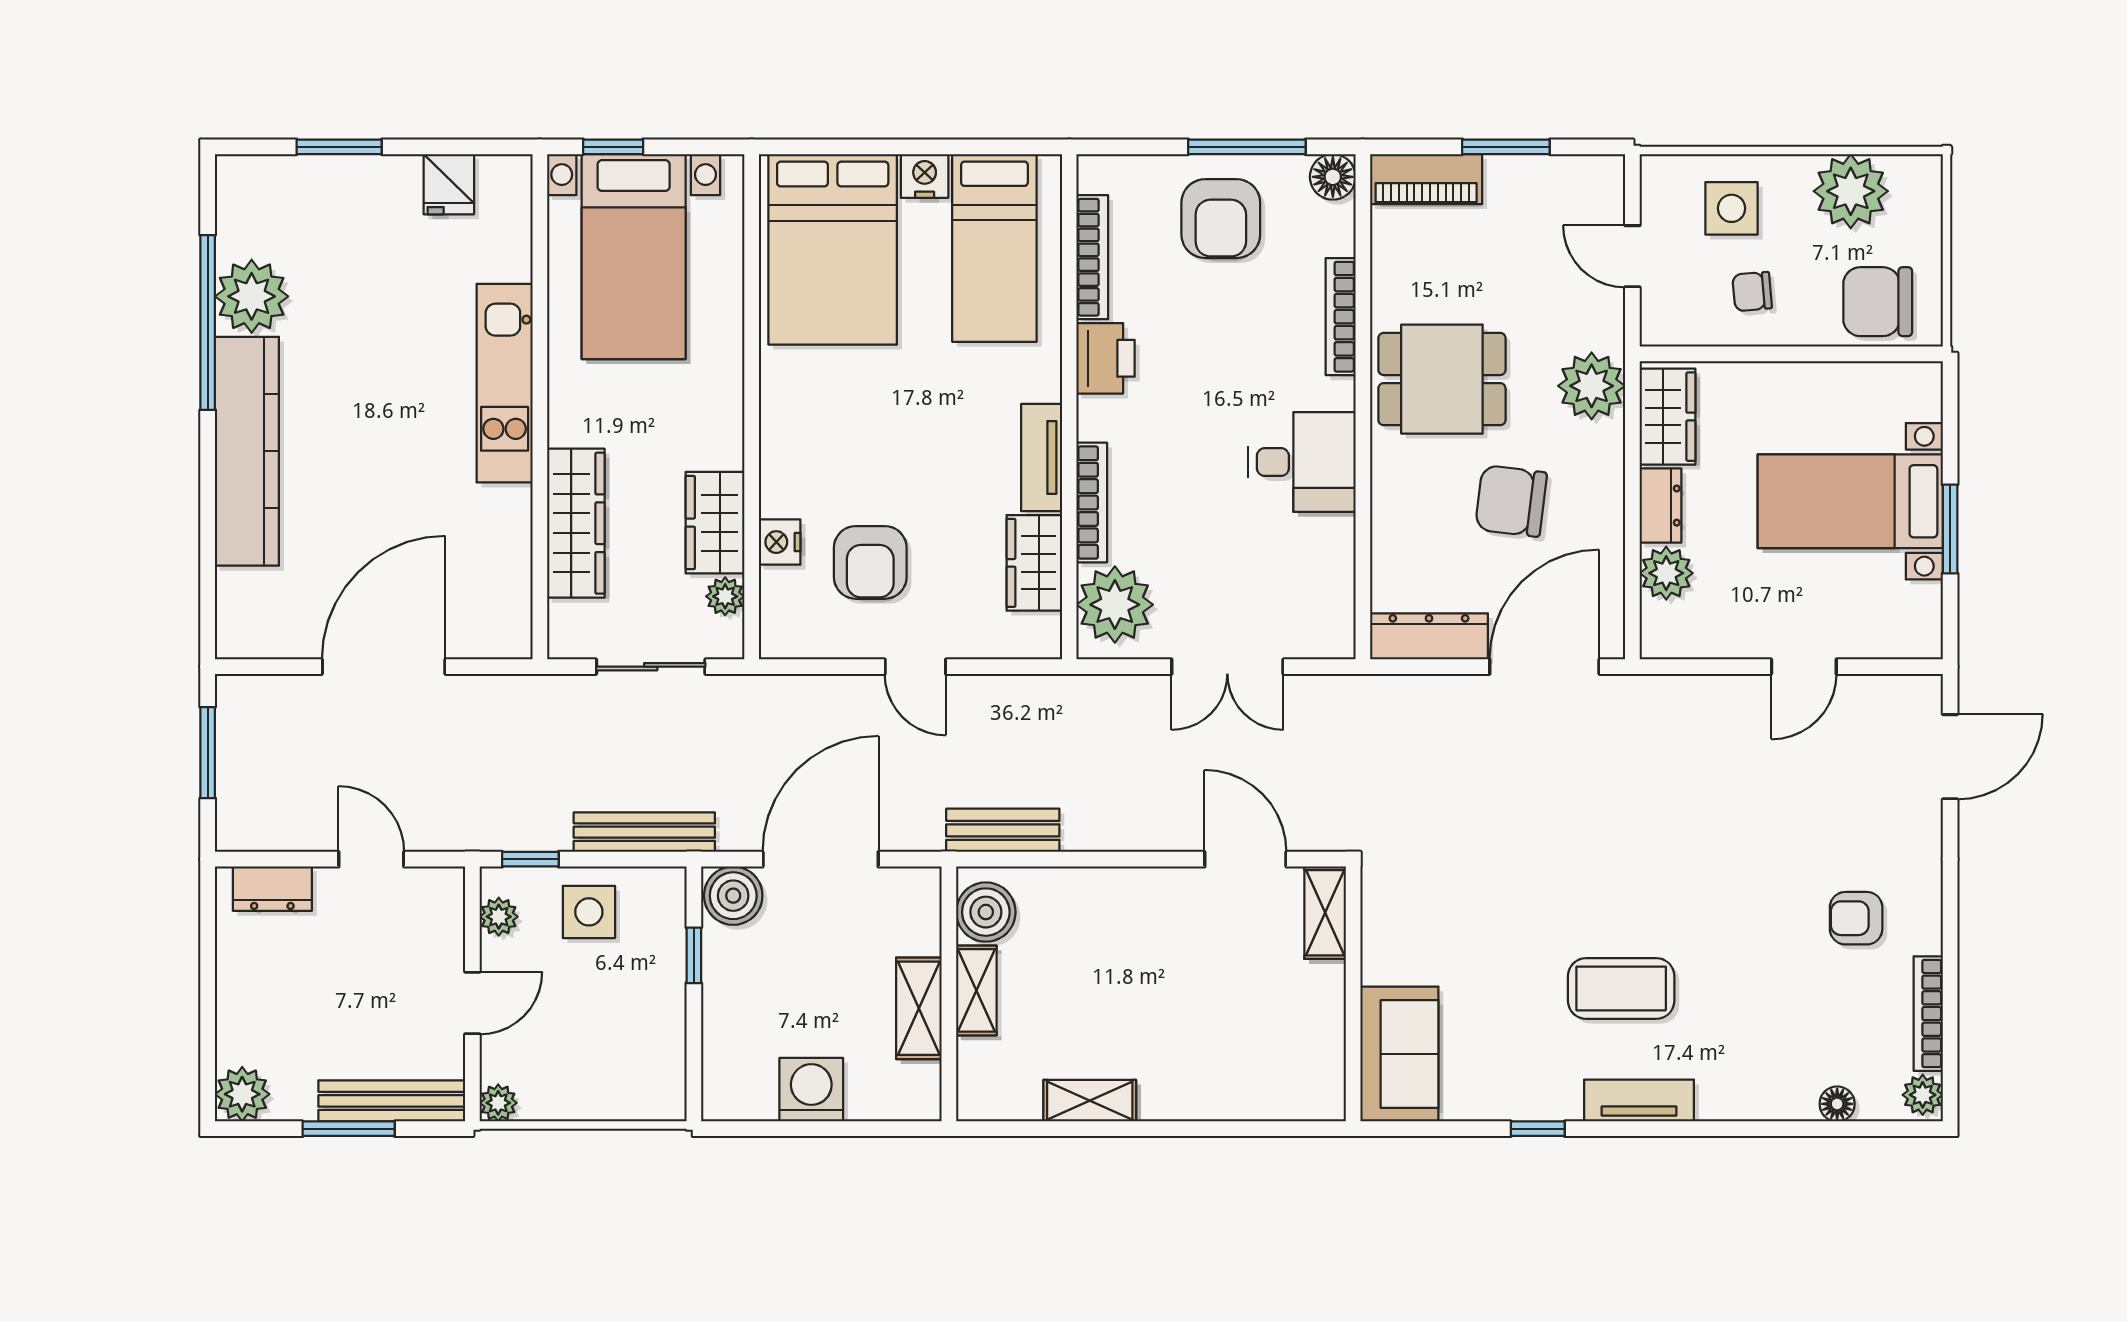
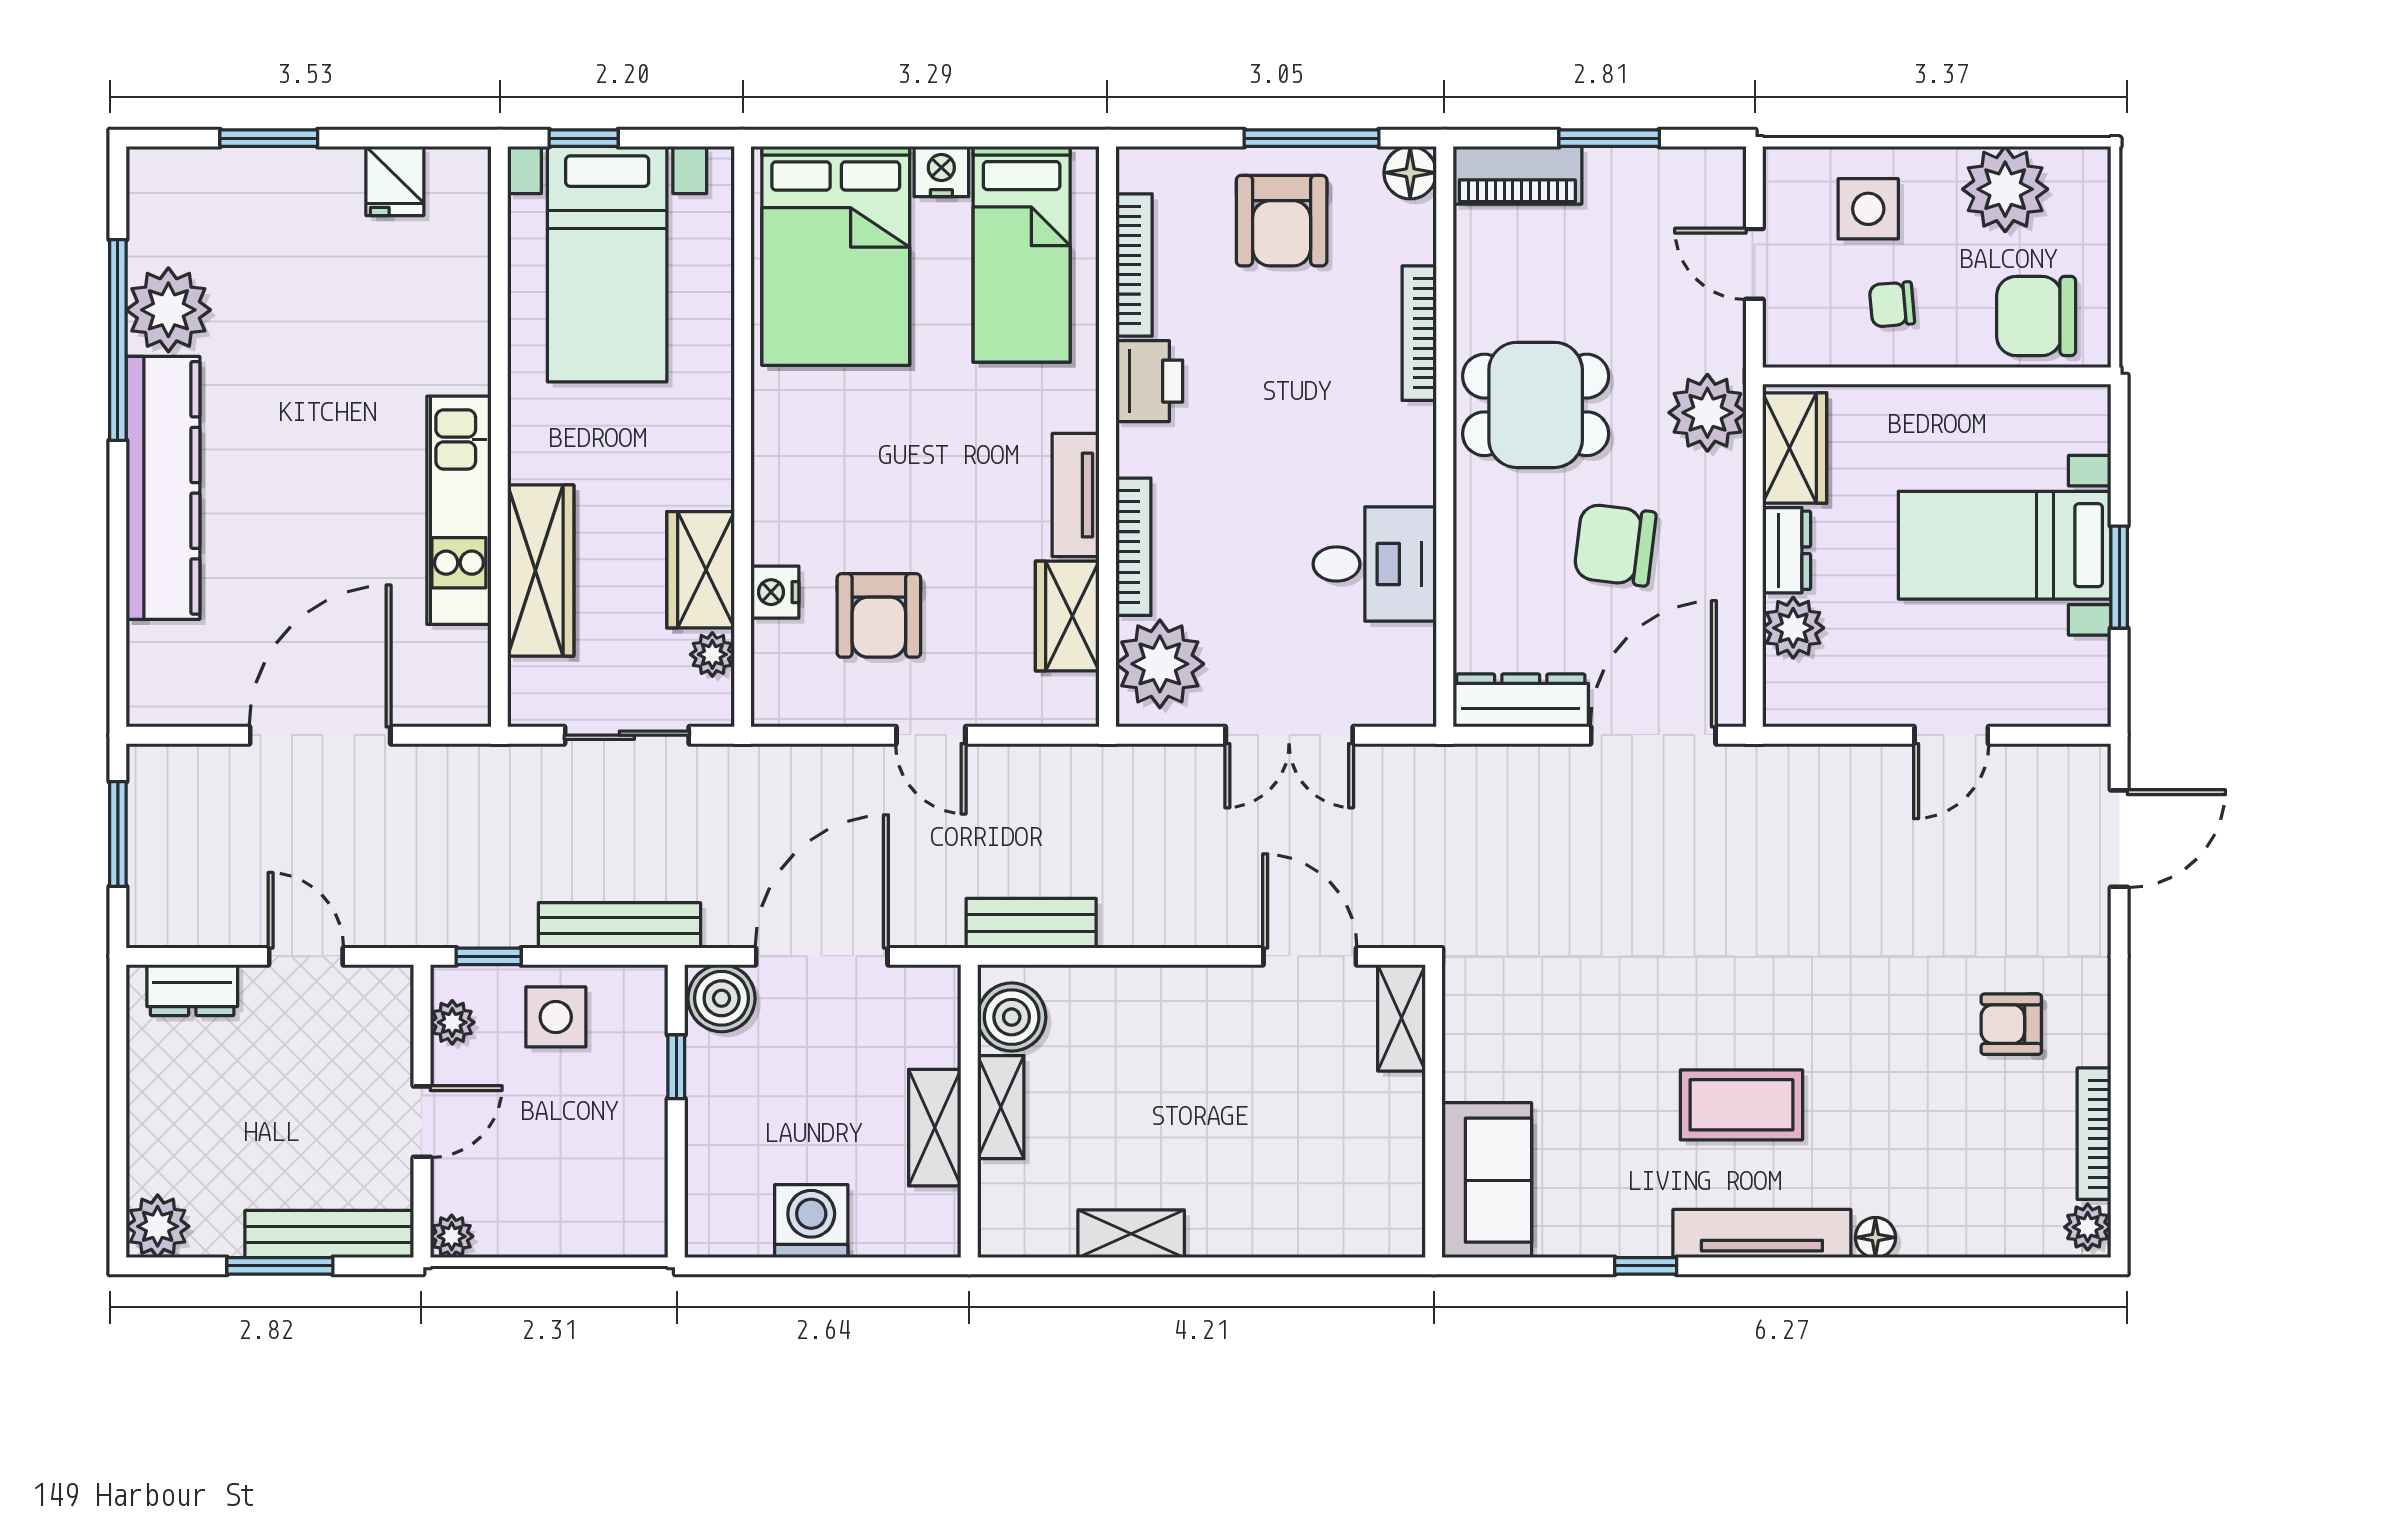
kitchen unit: (505, 383) -> (459, 510), moved
desk: (1302, 462) -> (1375, 564), moved
tv unit: (1639, 1101) -> (1762, 1234), width x1.41
floor lamp: (1837, 1104) -> (1875, 1237), moved

